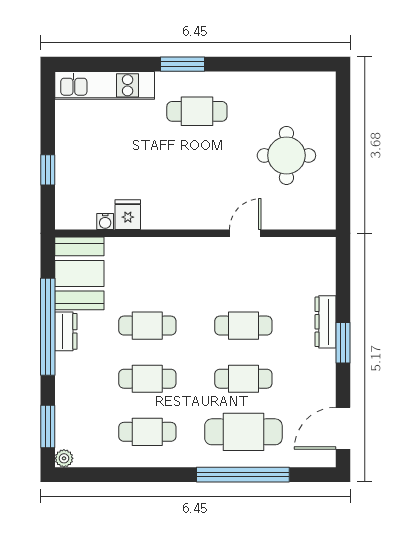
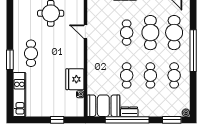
fridge: (128, 215) -> (75, 79), width x1.88, depth x1.34
cafe table: (243, 379) -> (150, 33), width x1.37, depth x1.35
window: (243, 475) -> (193, 51), moved

